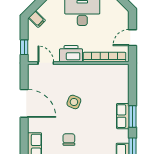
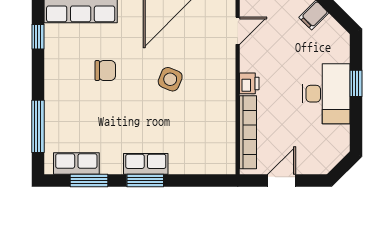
door: (132, 38) -> (282, 181), hinge flipped
printer: (71, 54) -> (249, 83), width x0.53, depth x0.68

